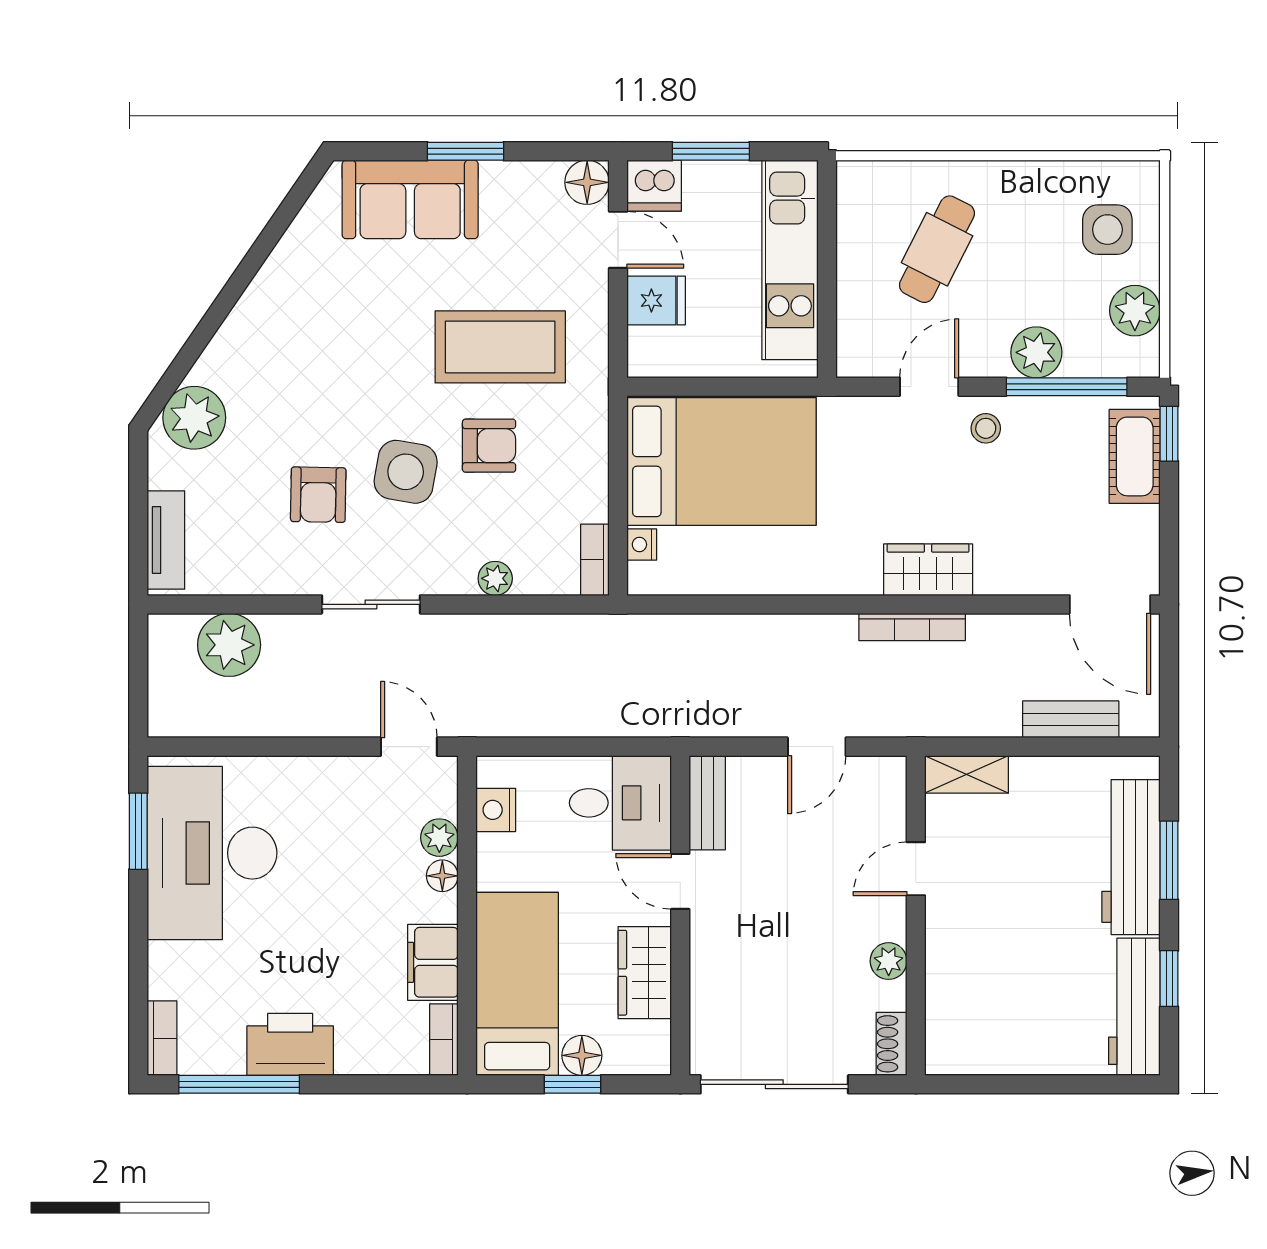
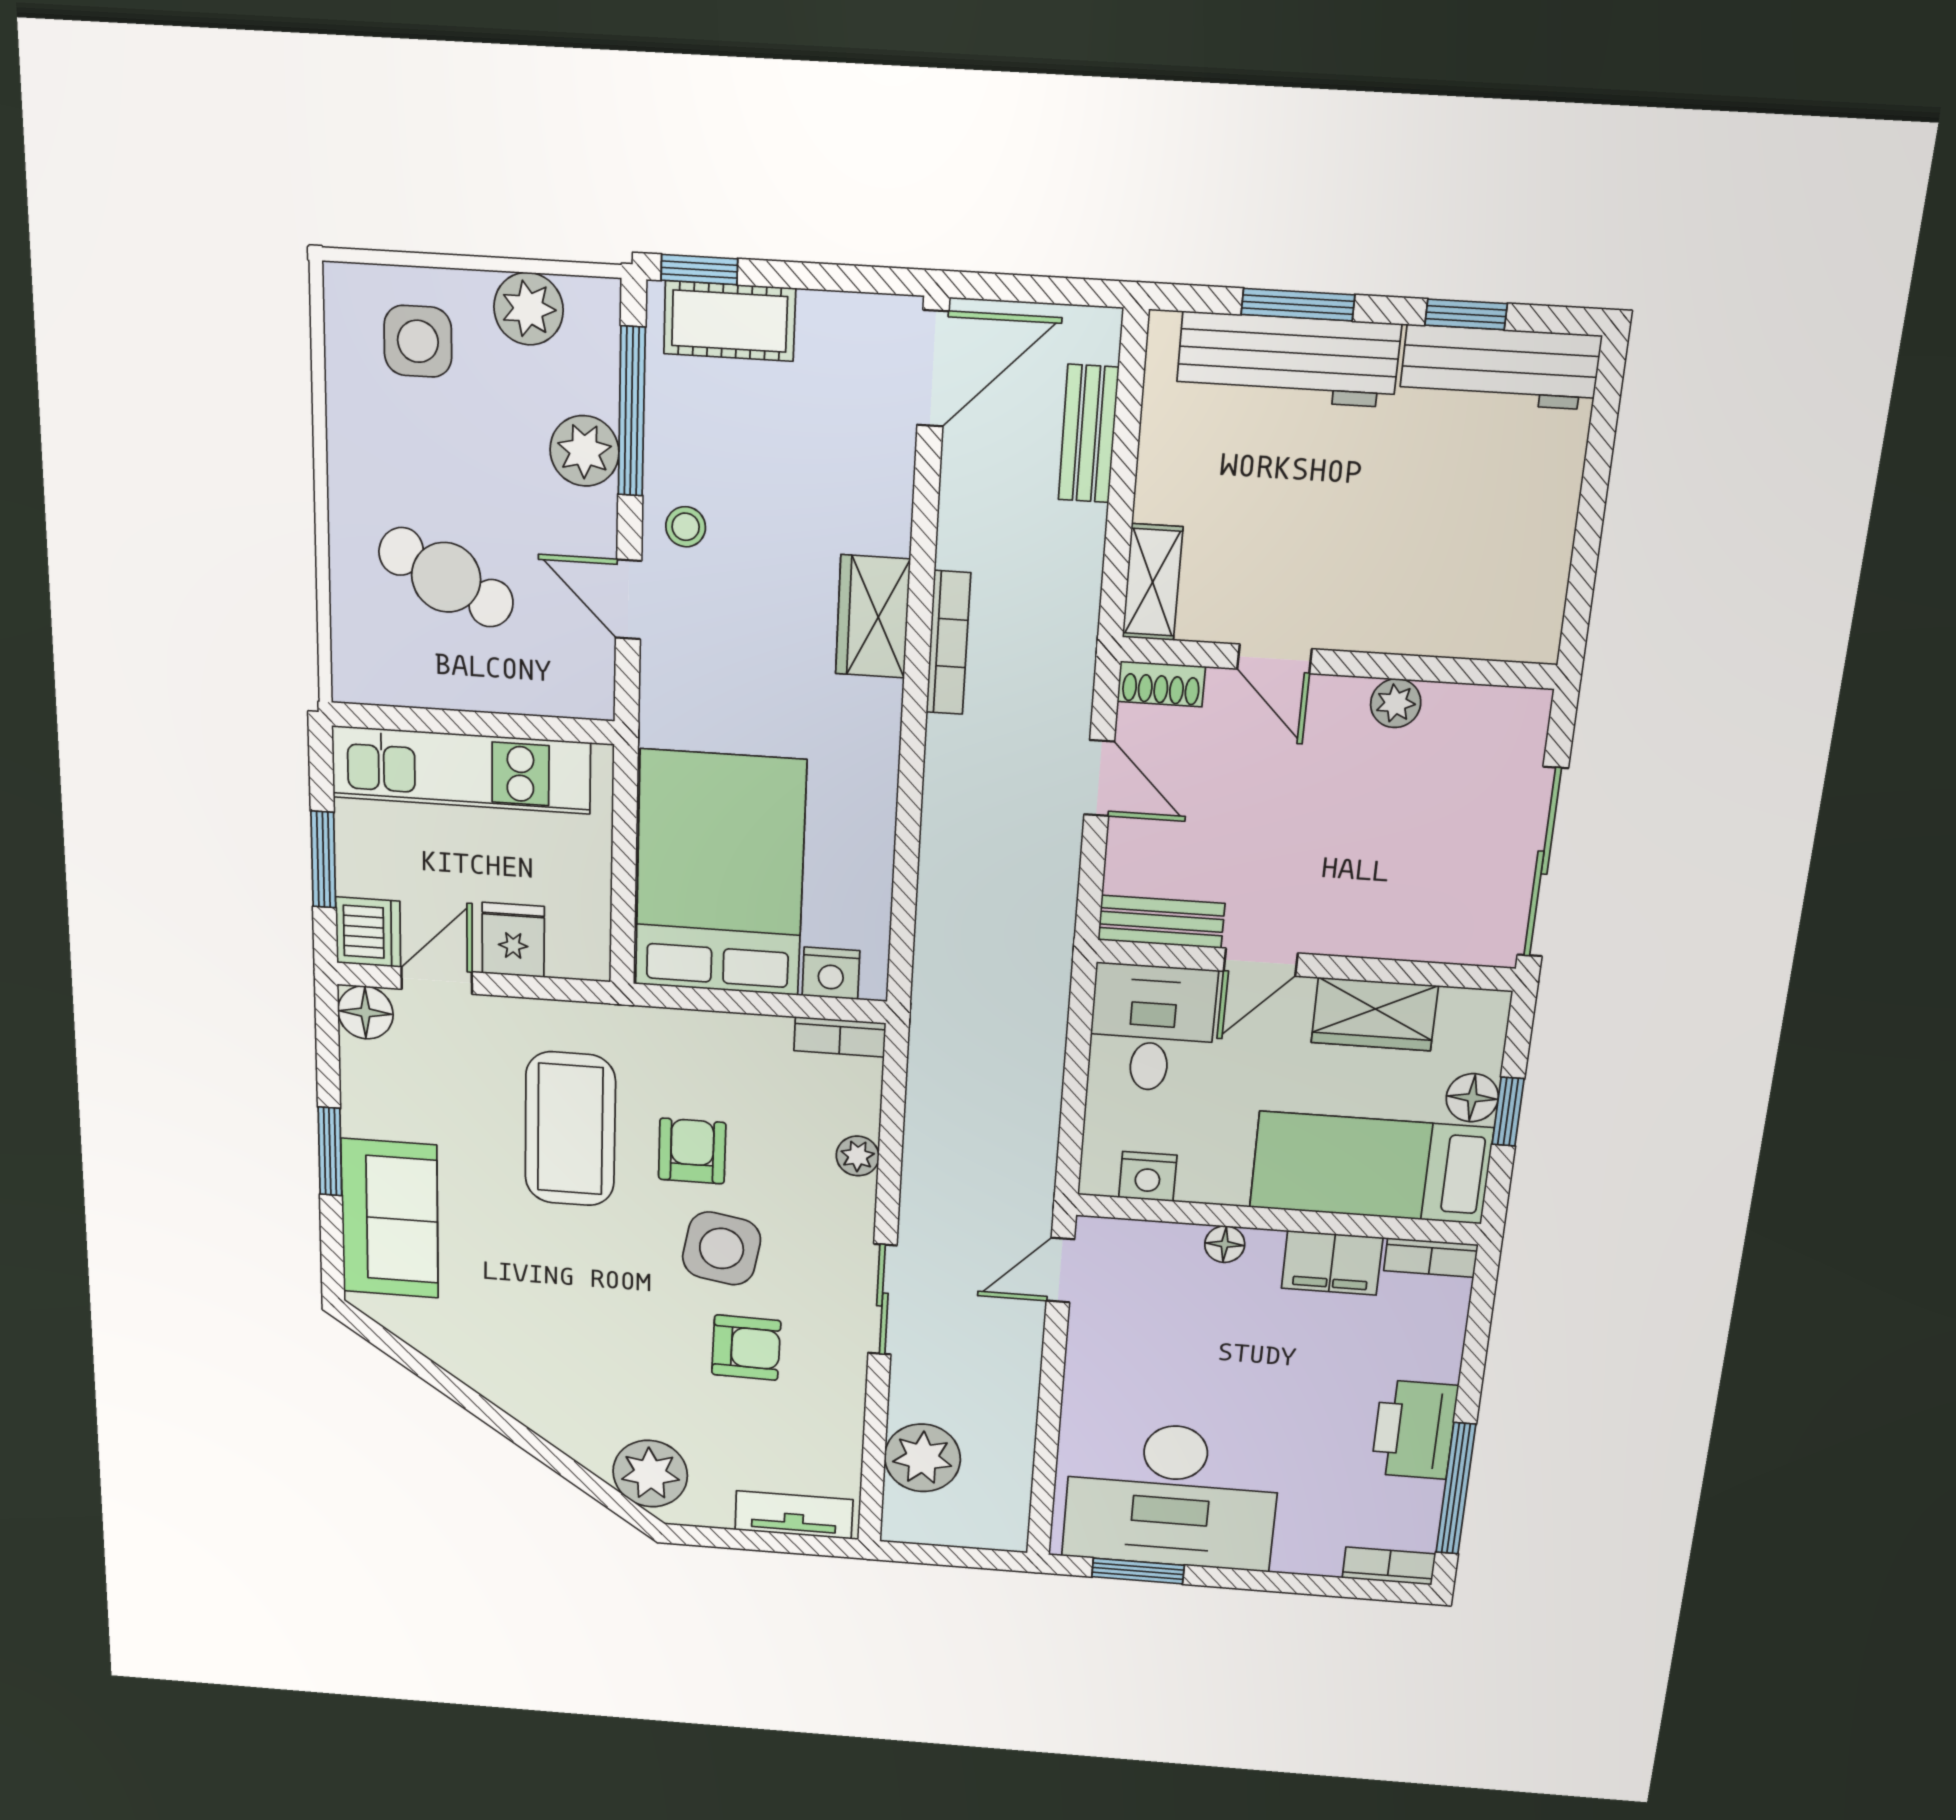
nightstand: (642, 544) -> (831, 973), width x1.39, depth x1.35
plant: (439, 838) -> (1177, 1244), removed
shoe rack: (892, 1044) -> (1161, 684), moved

